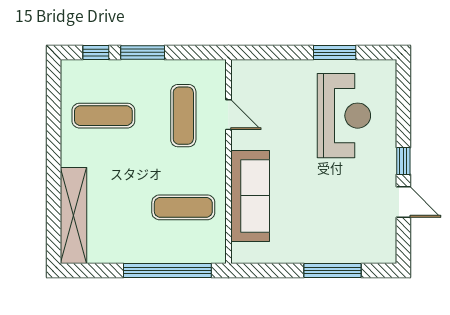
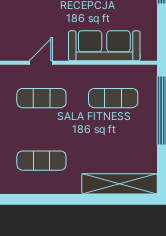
exercise mat: (103, 116) -> (41, 161), turned 90
exercise mat: (183, 207) -> (113, 98), turned 90

